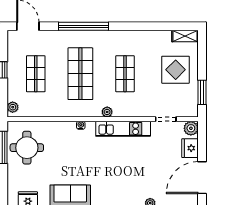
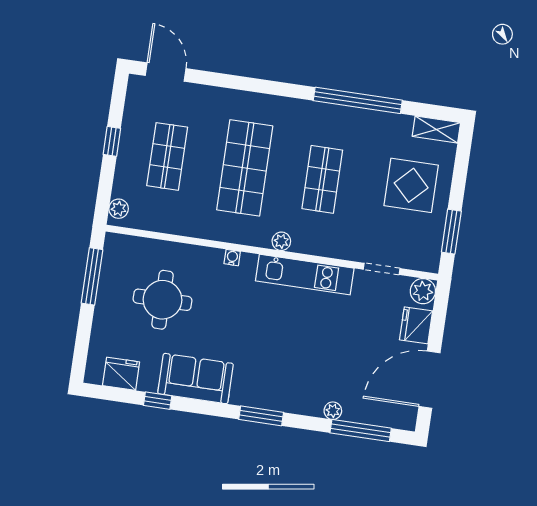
window: (83, 26) -> (358, 100), moved
round table: (27, 148) -> (163, 300), moved

